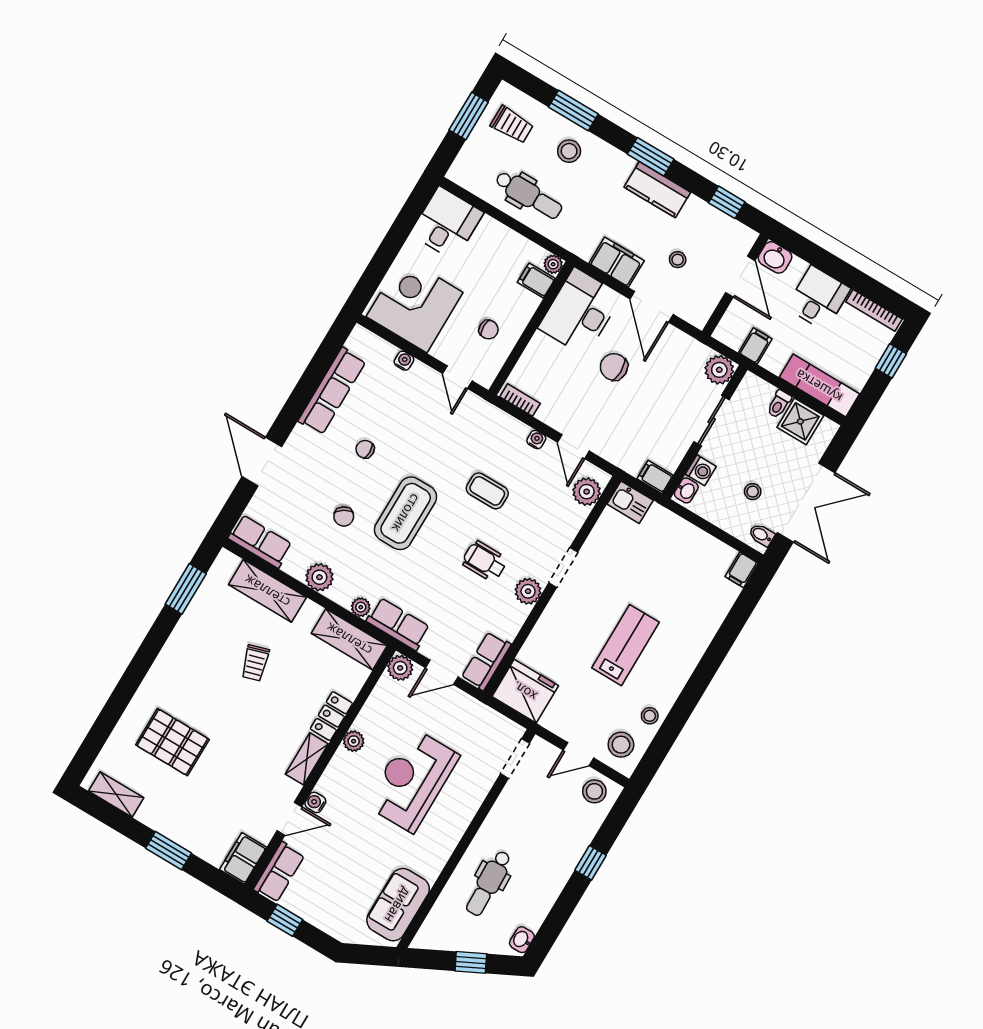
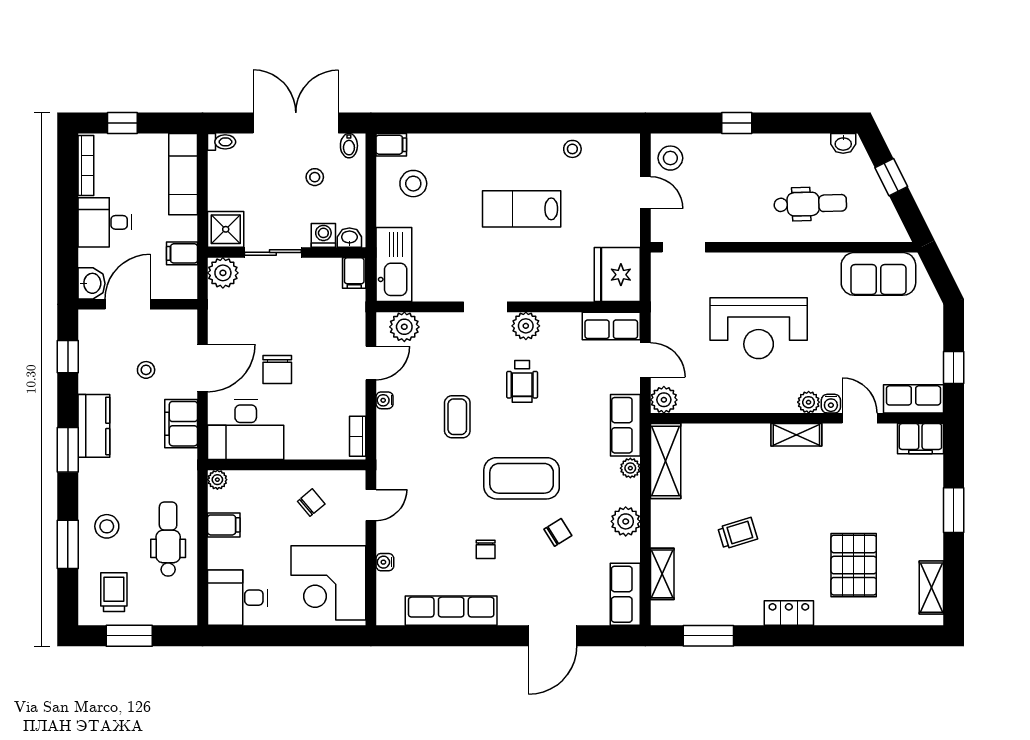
filing cabinet: (536, 280) -> (224, 525), moved, turned -90
chair: (489, 330) -> (311, 503), turned 50
toilet: (779, 404) -> (222, 142), moved
shower: (800, 421) -> (226, 229), moved
kitchen sink: (630, 502) -> (394, 265), width x1.88, depth x1.24
shelving: (267, 591) -> (662, 574), width x0.67, depth x0.75
locker: (331, 716) -> (789, 613), moved, turned 180
plant: (354, 741) -> (809, 402), moved
stool: (621, 745) -> (413, 184), moved

